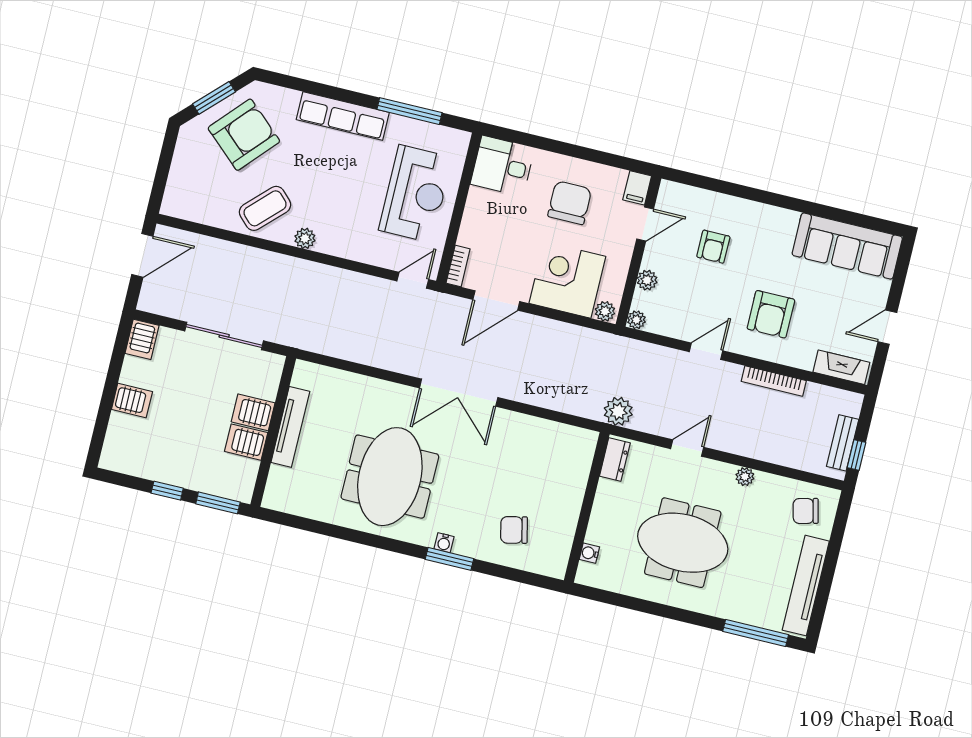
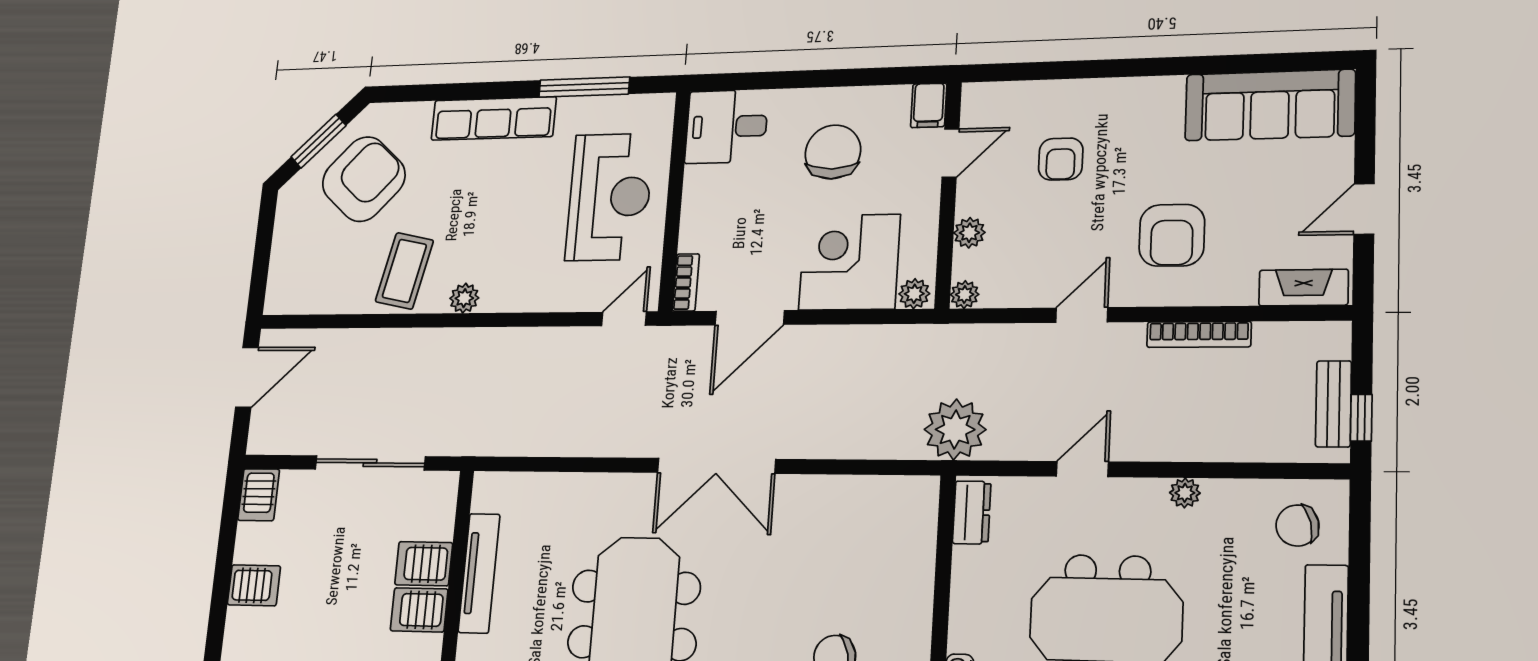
coffee table: (265, 208) -> (404, 271), turned -33
plant: (618, 411) -> (955, 429), width x1.36, depth x1.36

